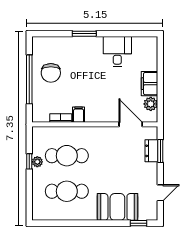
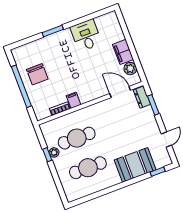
dresser: (151, 151) -> (142, 97), moved

